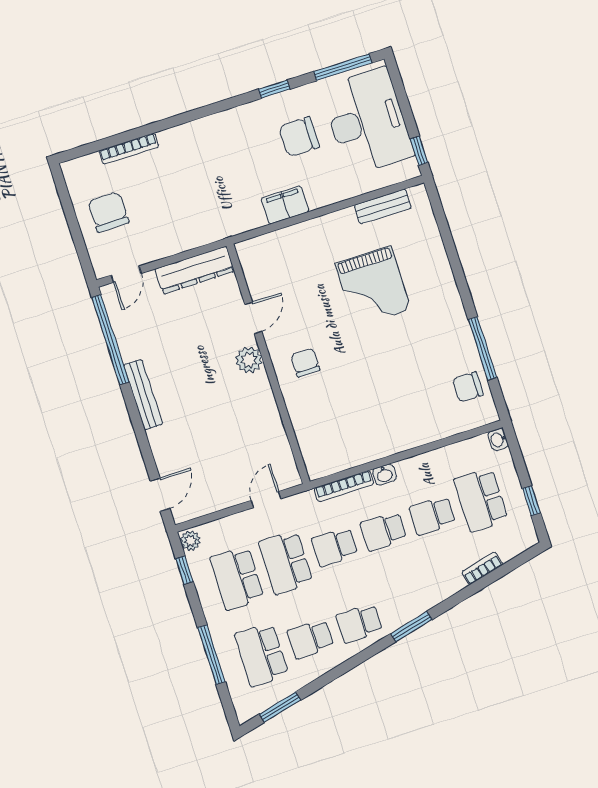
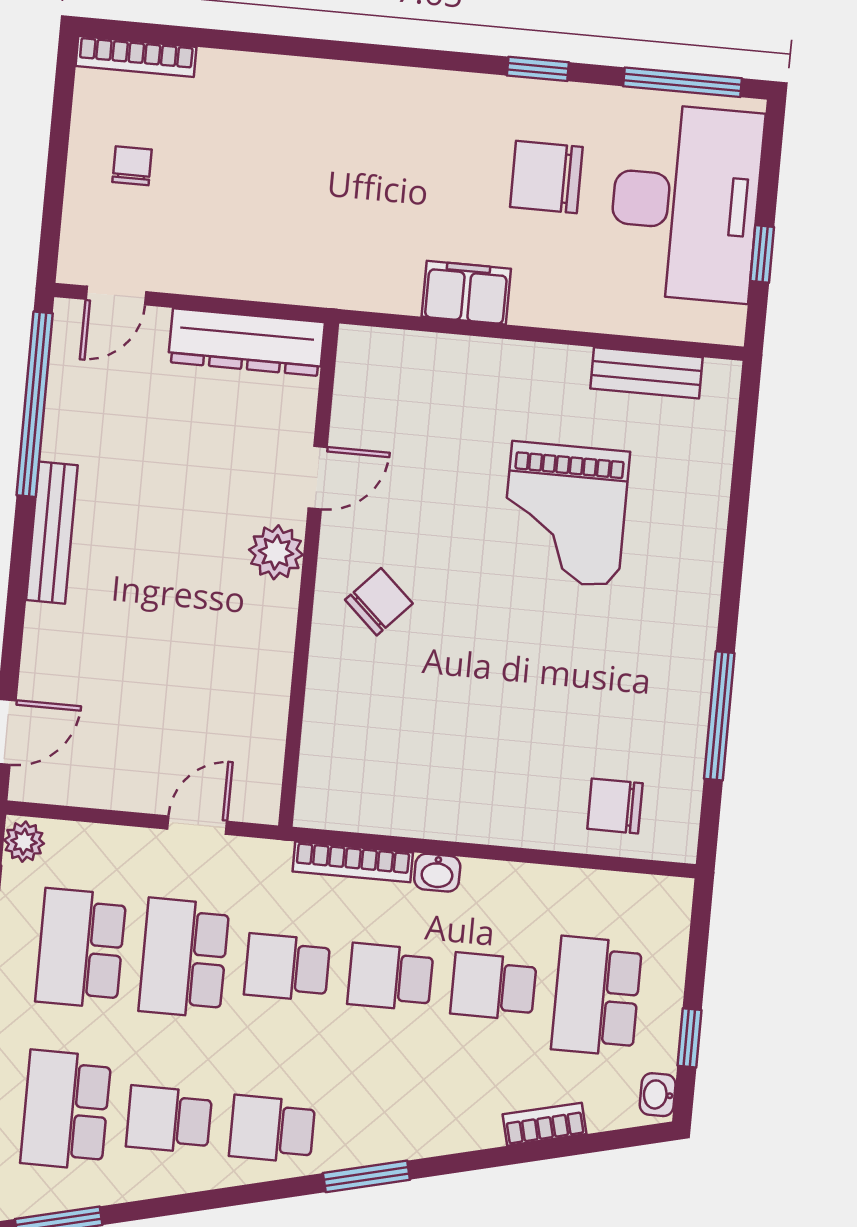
bookcase: (129, 149) -> (136, 56), moved
window: (419, 151) -> (762, 254), moved
chair: (108, 212) -> (132, 166), width x0.54, depth x0.54
chair: (305, 363) -> (379, 602), turned 43
chair: (468, 387) -> (615, 806), moved
washbasin: (498, 440) -> (658, 1095), moved

